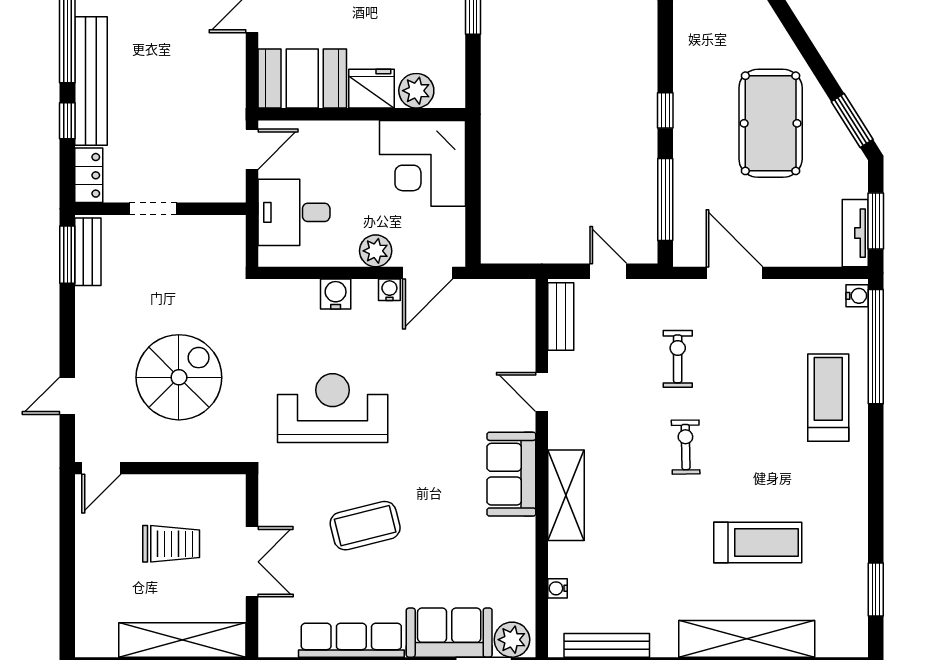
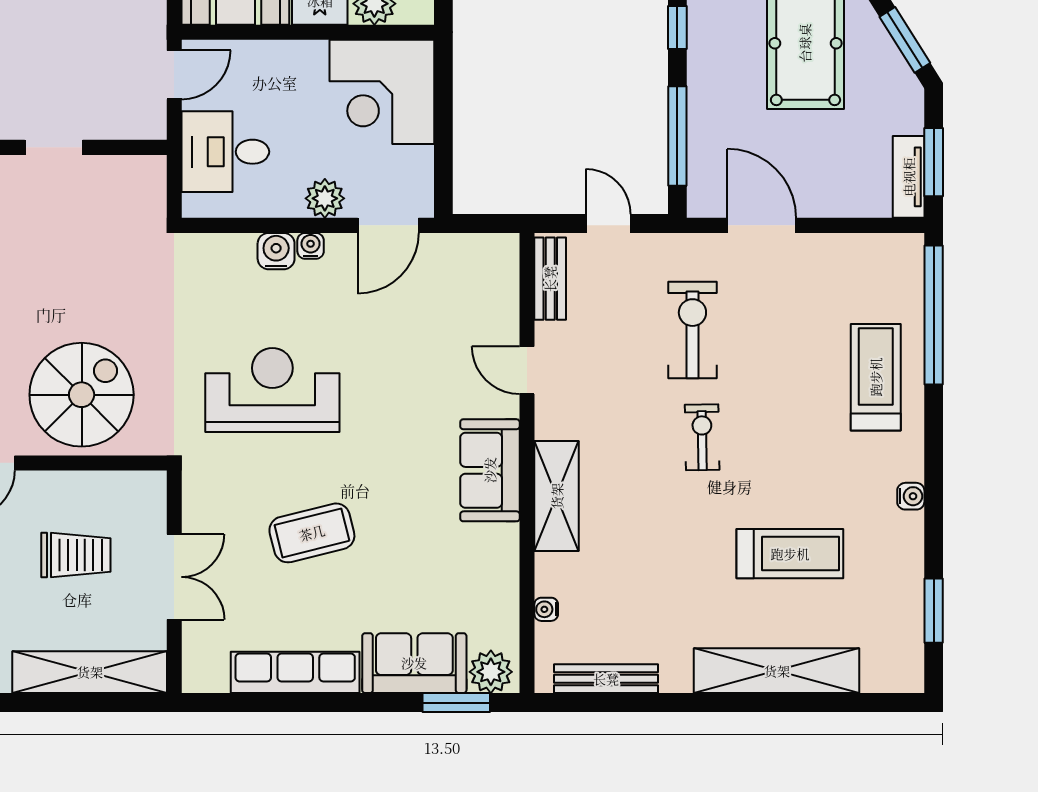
water cooler: (389, 290) -> (311, 246), moved
water cooler: (857, 296) -> (911, 496), moved
exercise bike: (678, 359) -> (692, 330), width x1.38, depth x1.39
spiral stairs: (179, 377) -> (82, 395), moved

